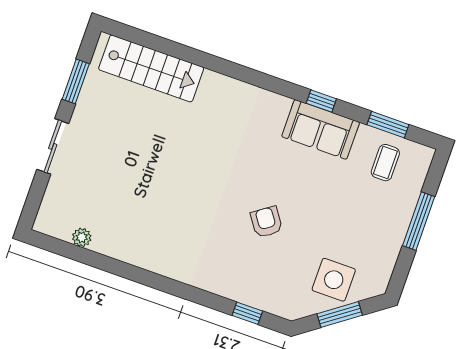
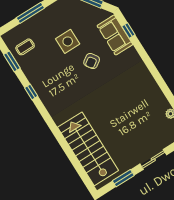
stairs: (151, 68) -> (88, 149), width x1.36, depth x1.51
sofa: (321, 129) -> (115, 35), moved, turned 180
side table: (334, 280) -> (68, 41), moved

